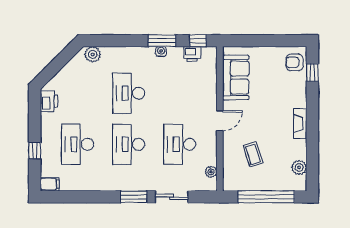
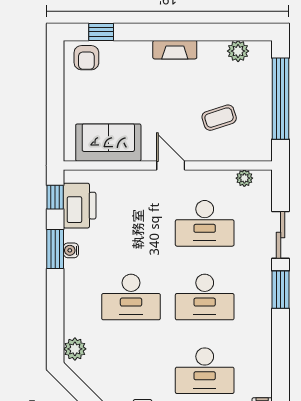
printer: (192, 54) -> (80, 206), width x1.87, depth x1.48

